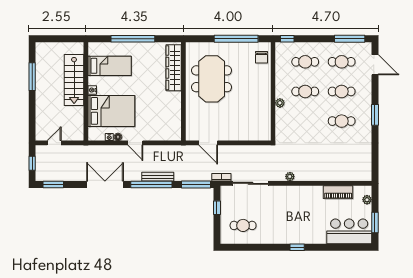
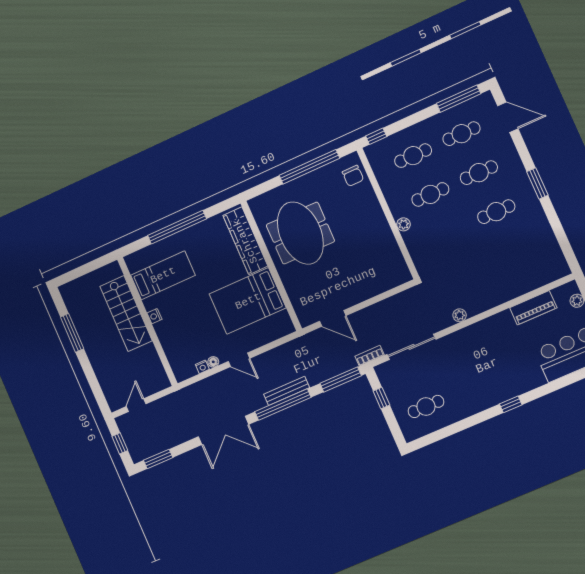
bed: (111, 111) -> (248, 301), moved, turned 180
double door: (105, 184) -> (223, 430), swing flipped

